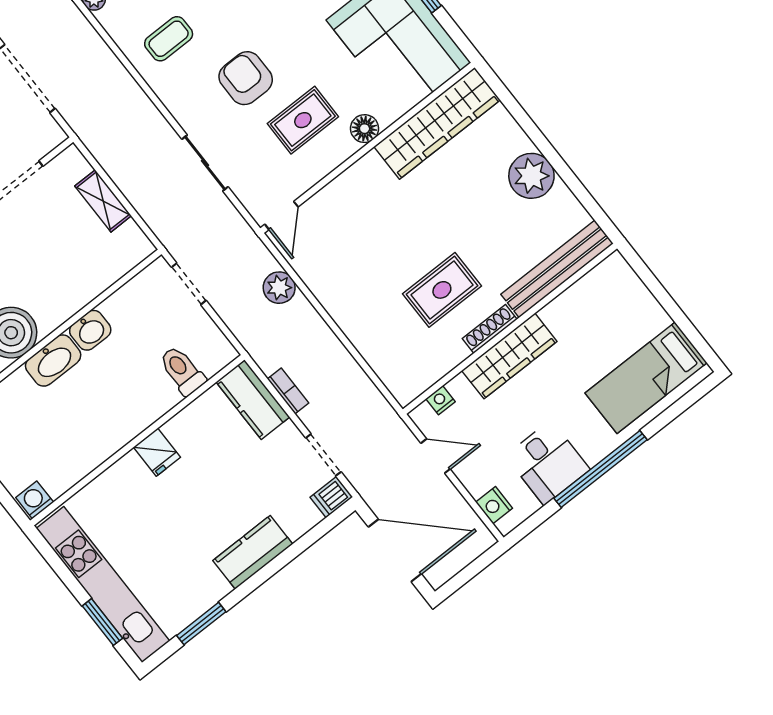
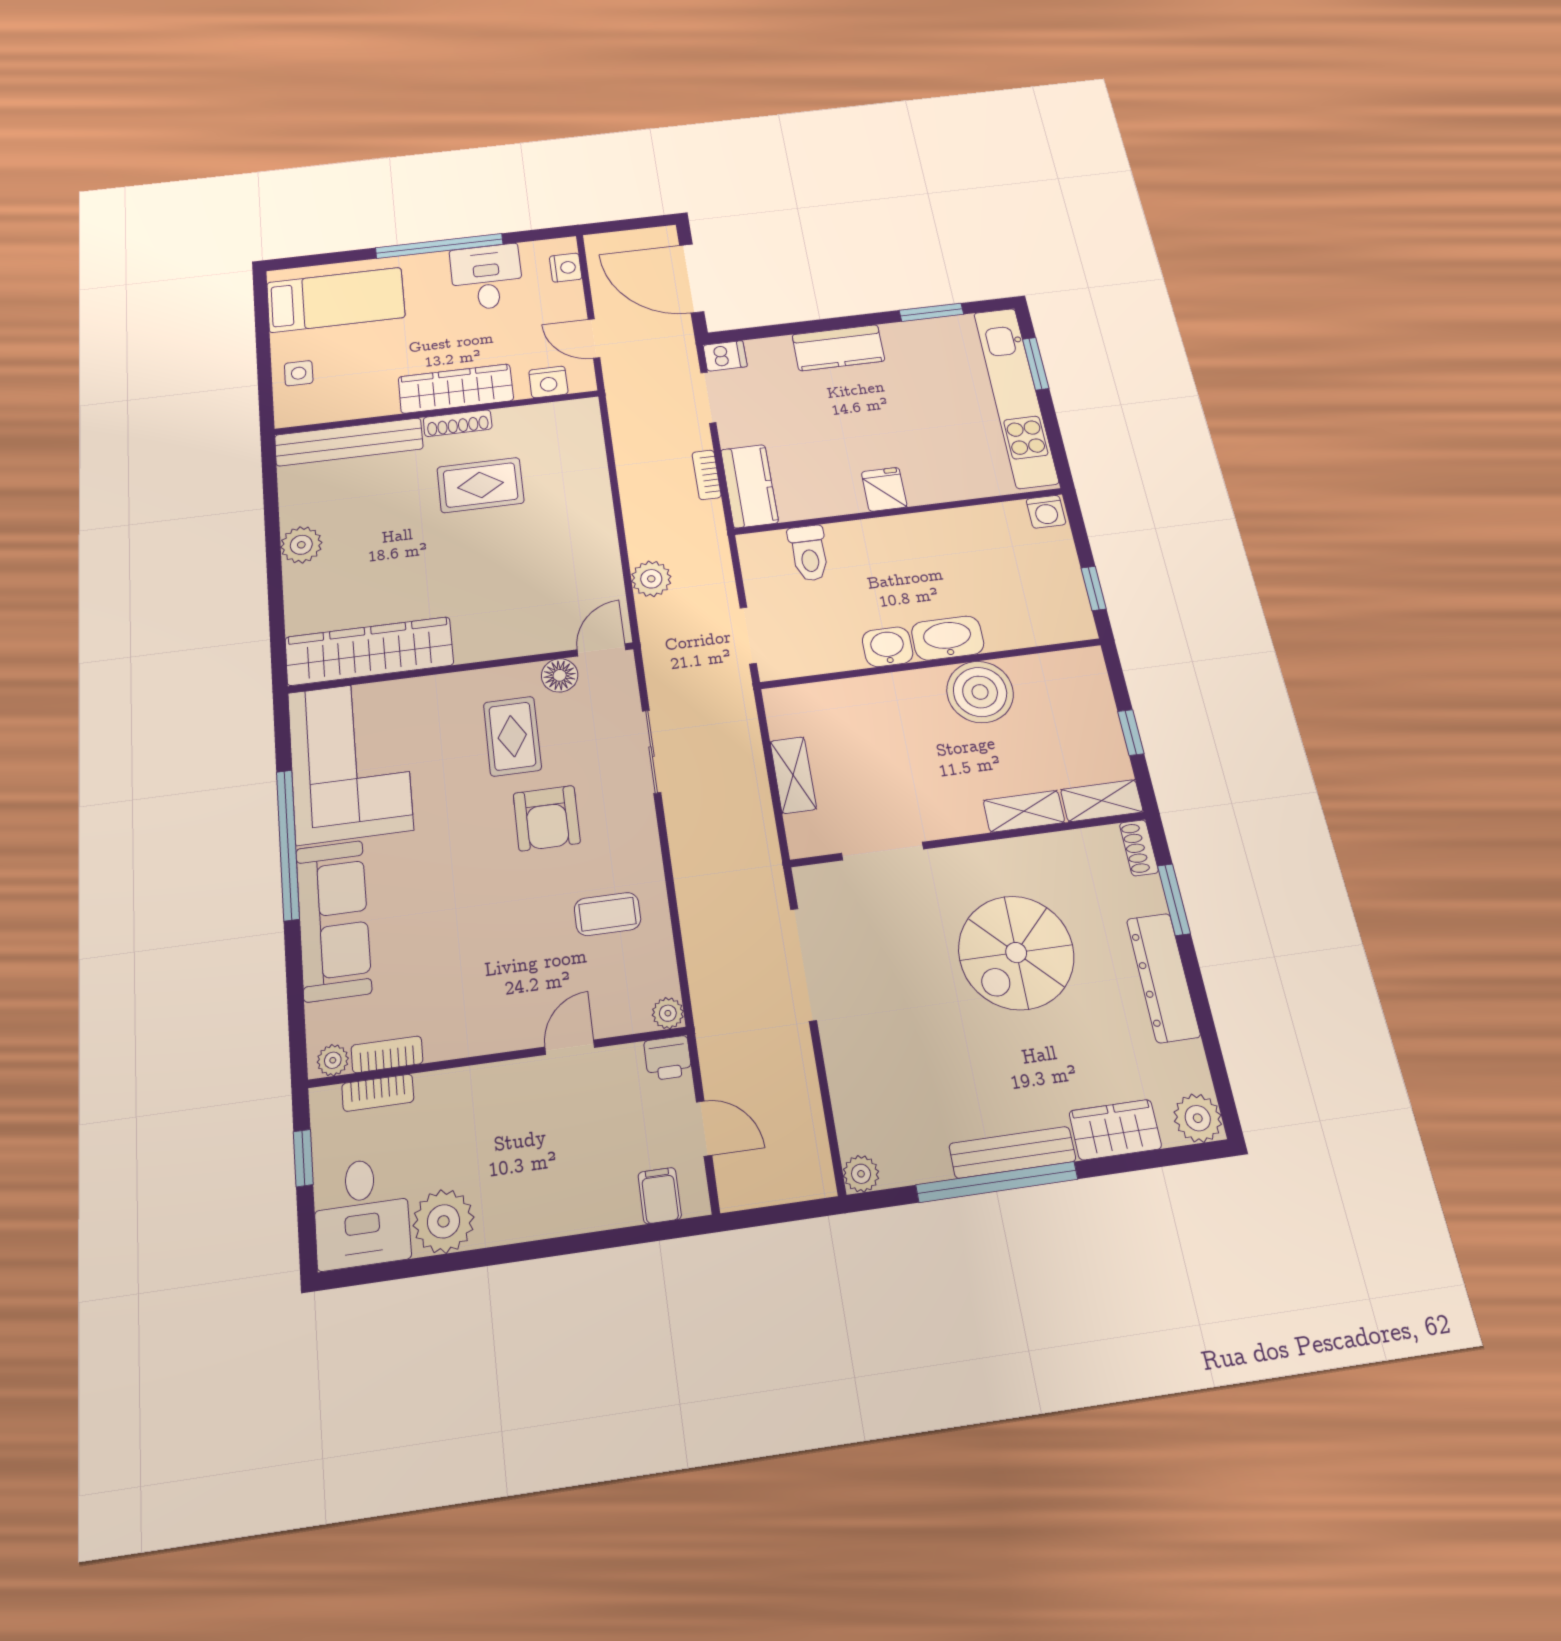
rug: (303, 120) -> (512, 736), turned 90
floor lamp: (365, 129) -> (560, 675), moved
plant: (531, 176) -> (301, 545), width x0.73, depth x0.73
side table: (631, 302) -> (299, 373), added
nightstand: (440, 400) -> (548, 382), width x1.39, depth x1.35

